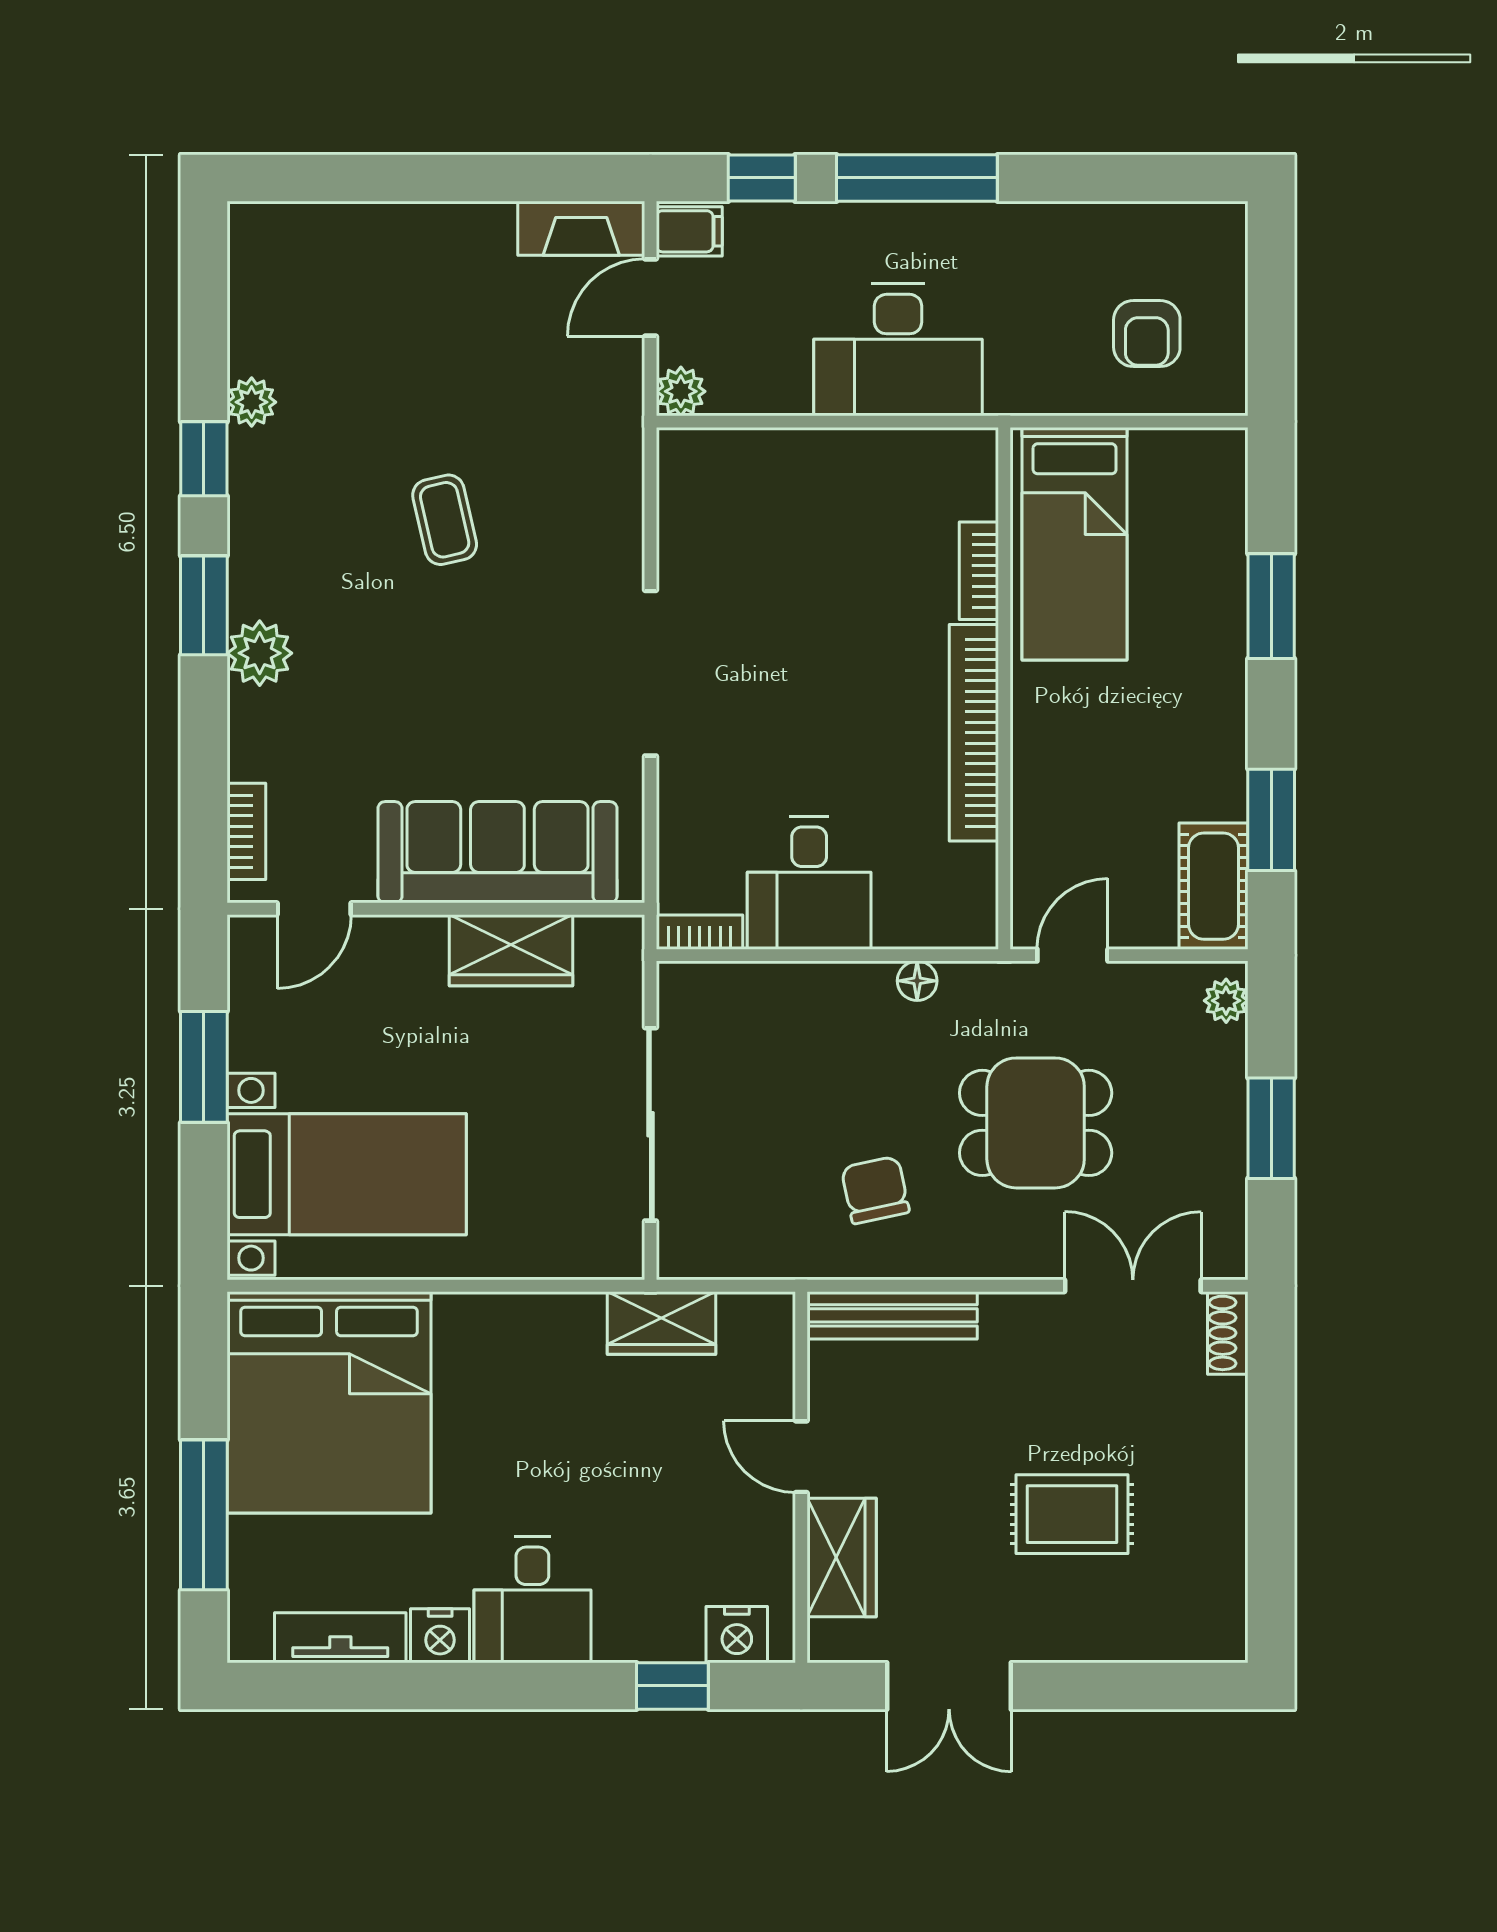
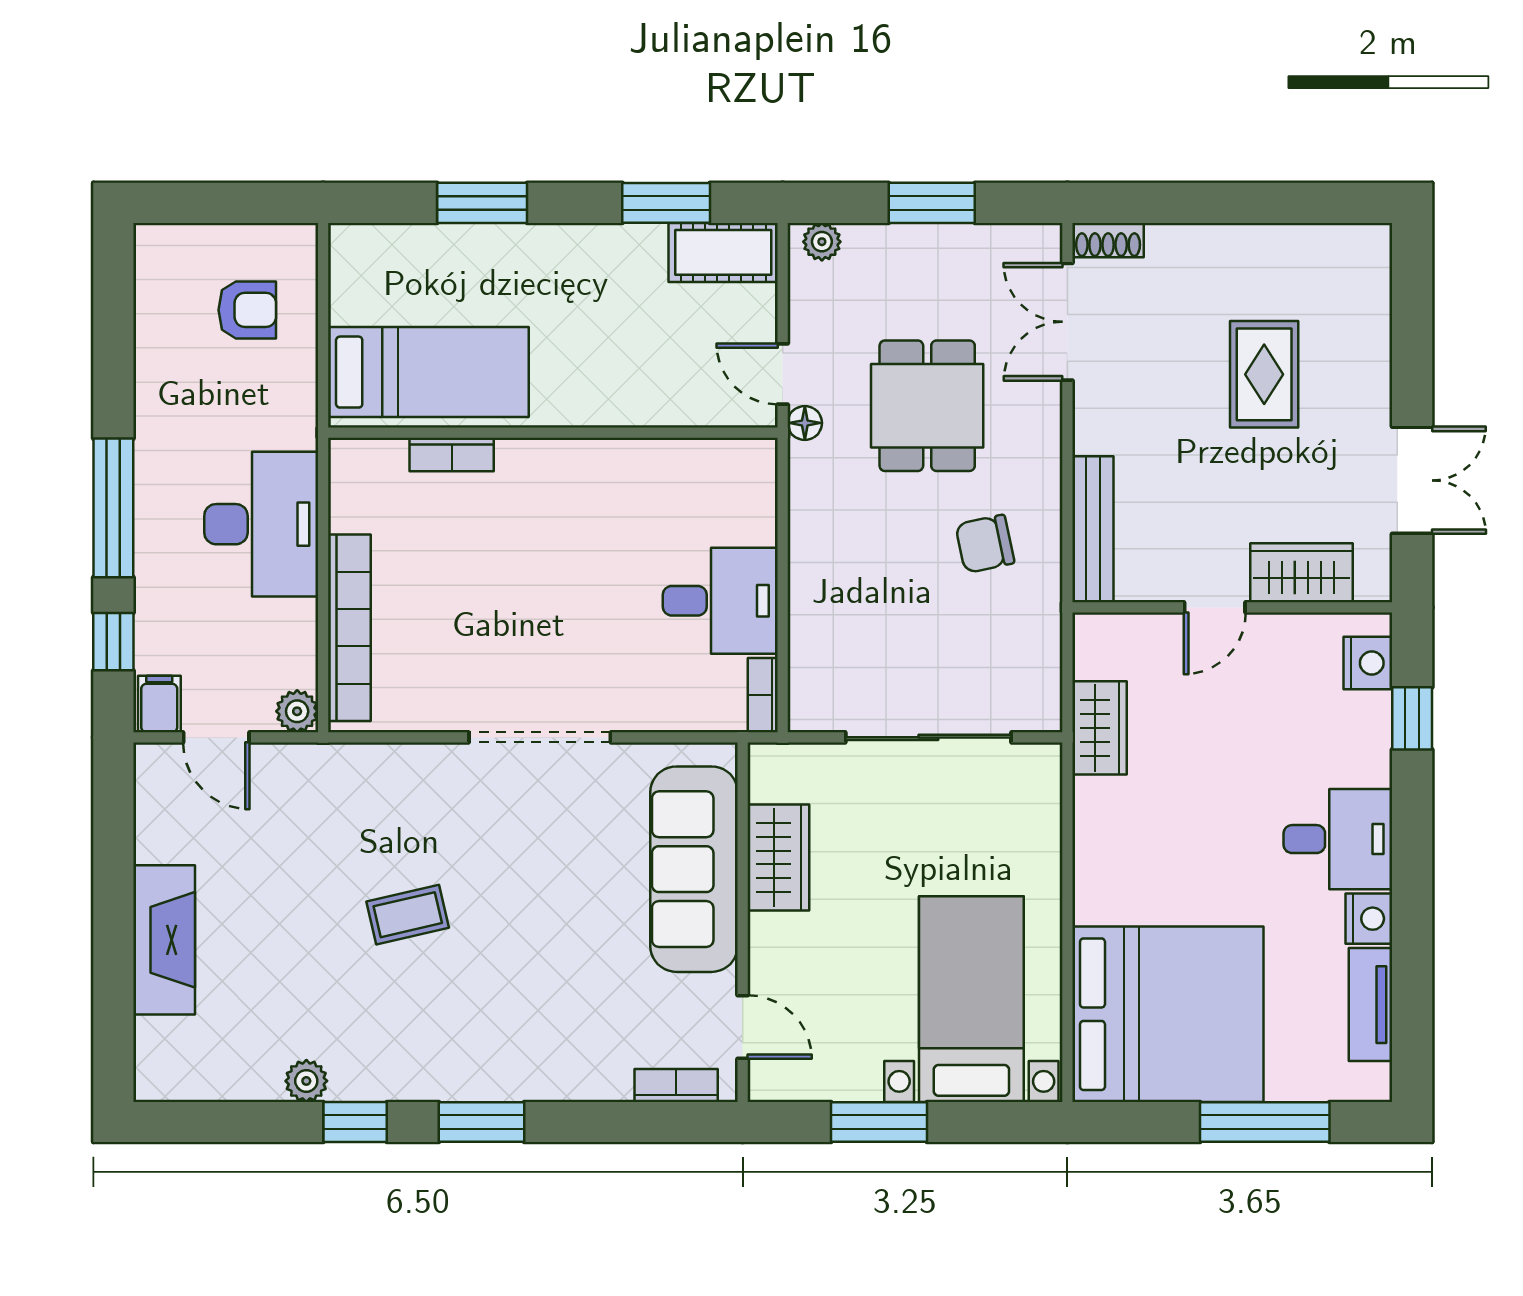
fireplace: (581, 228) -> (164, 940), moved, width x1.37, depth x1.32
plant: (260, 653) -> (523, 1074), removed
bookcase: (974, 733) -> (349, 628), moved, turned -90
floor lamp: (917, 981) -> (805, 423), moved

